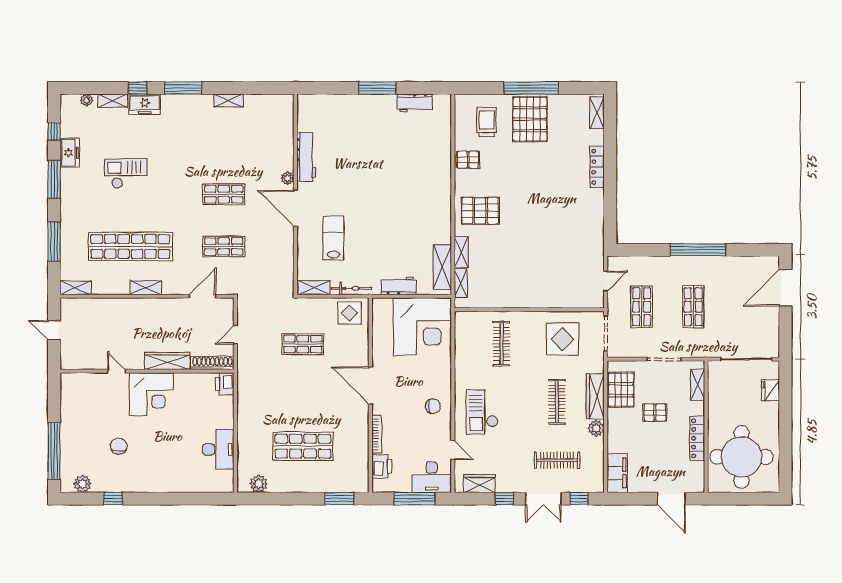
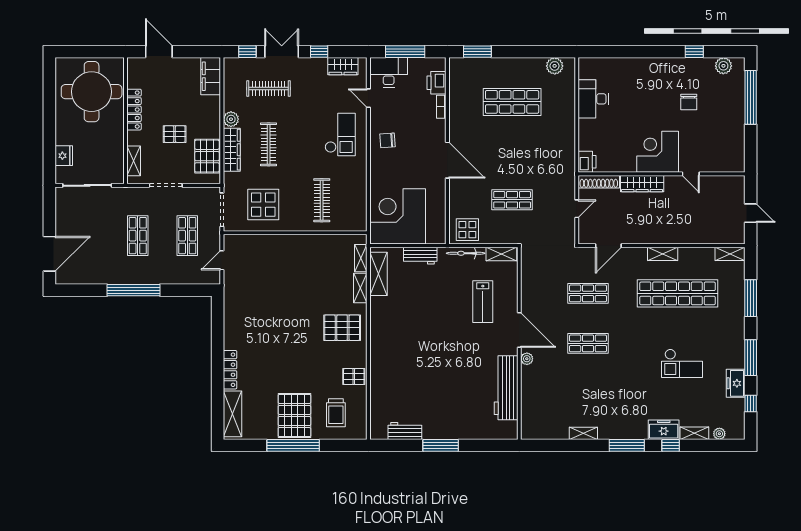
shelving: (597, 113) -> (232, 414), width x1.50, depth x1.33
workbench: (306, 157) -> (506, 388), width x1.36, depth x1.32
bookcase: (377, 434) -> (441, 107), width x0.64

